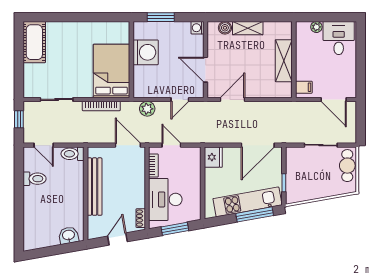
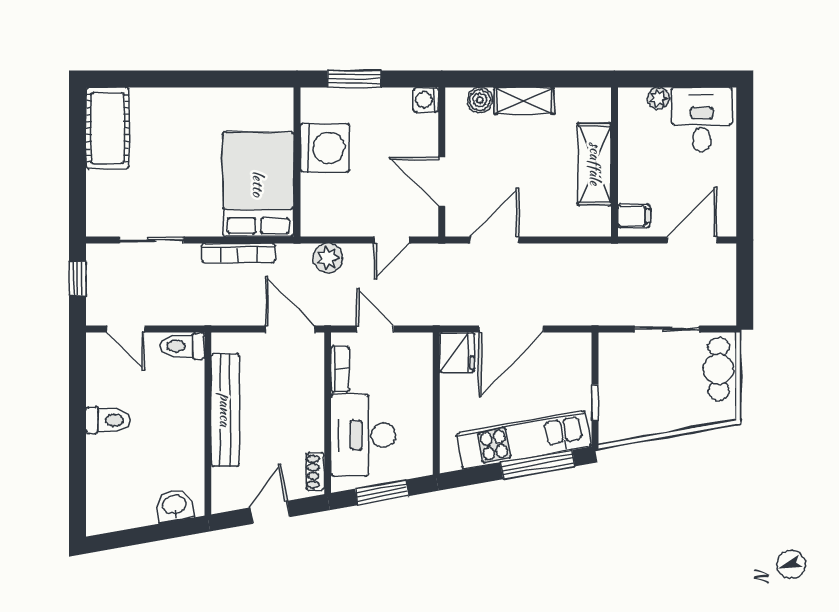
door: (334, 99) -> (692, 240), swing flipped
door: (258, 145) -> (511, 329), moved
toilet: (35, 179) -> (108, 420), moved

